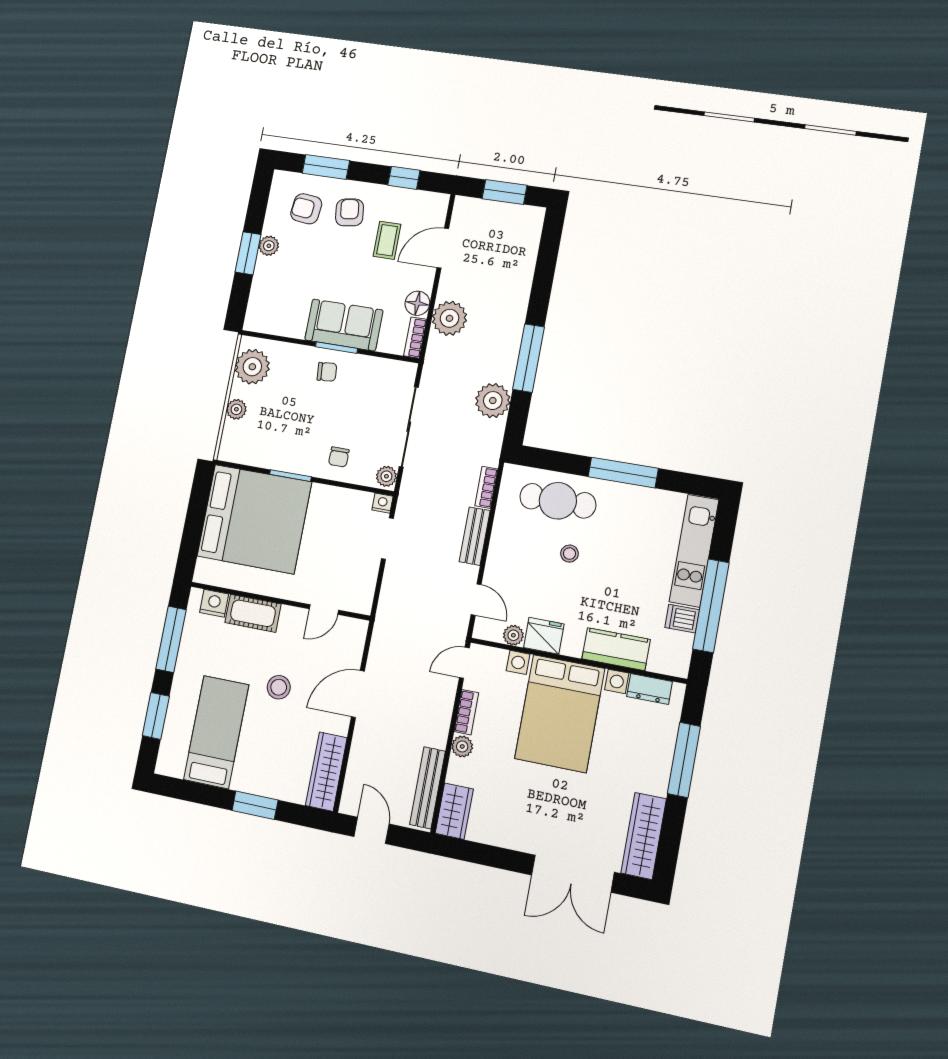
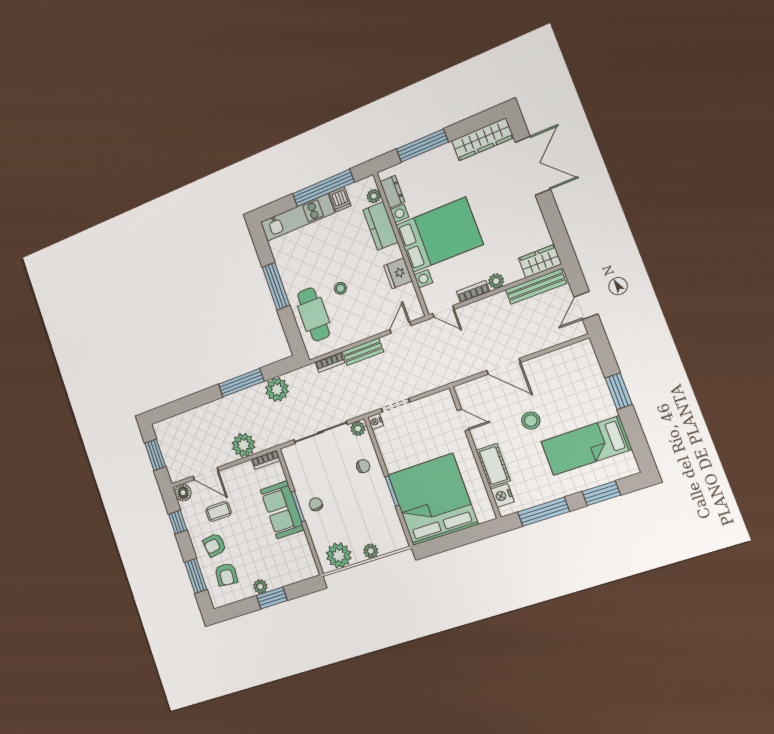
floor lamp: (417, 303) -> (183, 493), moved
plant: (513, 635) -> (374, 196), moved
wardrobe: (326, 772) -> (566, 357), removed

